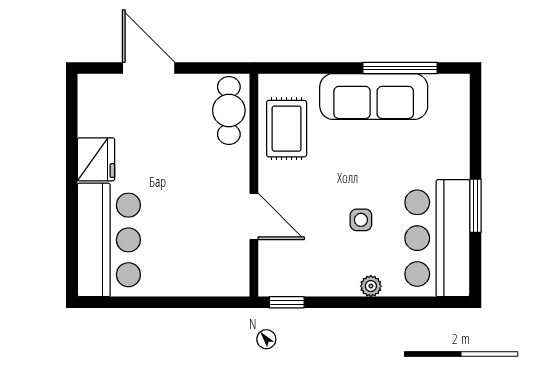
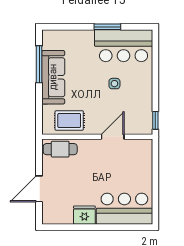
plant: (371, 286) -> (147, 79), removed

